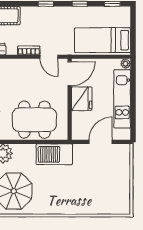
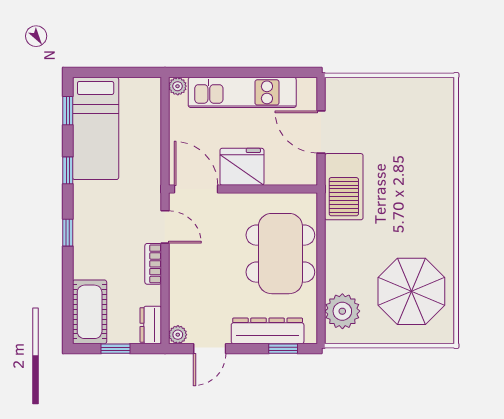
bed: (103, 40) -> (96, 128), moved
door: (49, 57) -> (165, 227), hinge flipped
barbecue: (54, 154) -> (344, 187), moved

